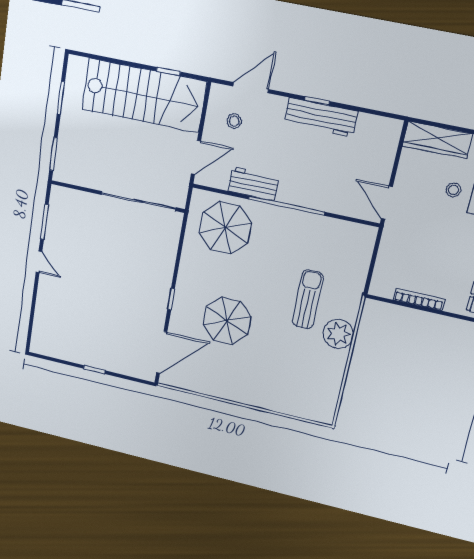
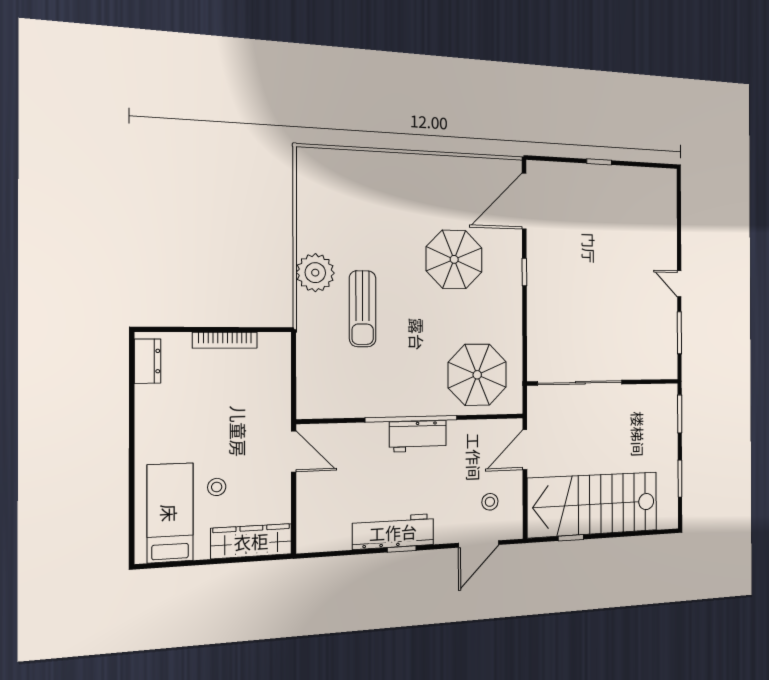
workbench: (253, 184) -> (418, 436), moved

